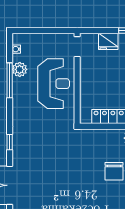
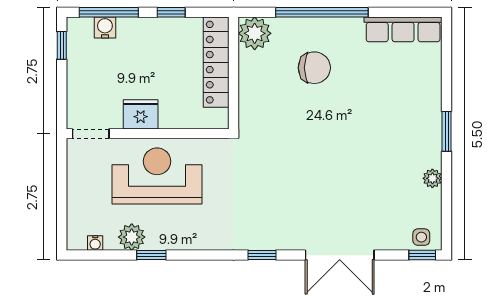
fridge: (108, 41) -> (141, 114), moved, turned -90
window: (10, 80) -> (151, 255), width x0.46

